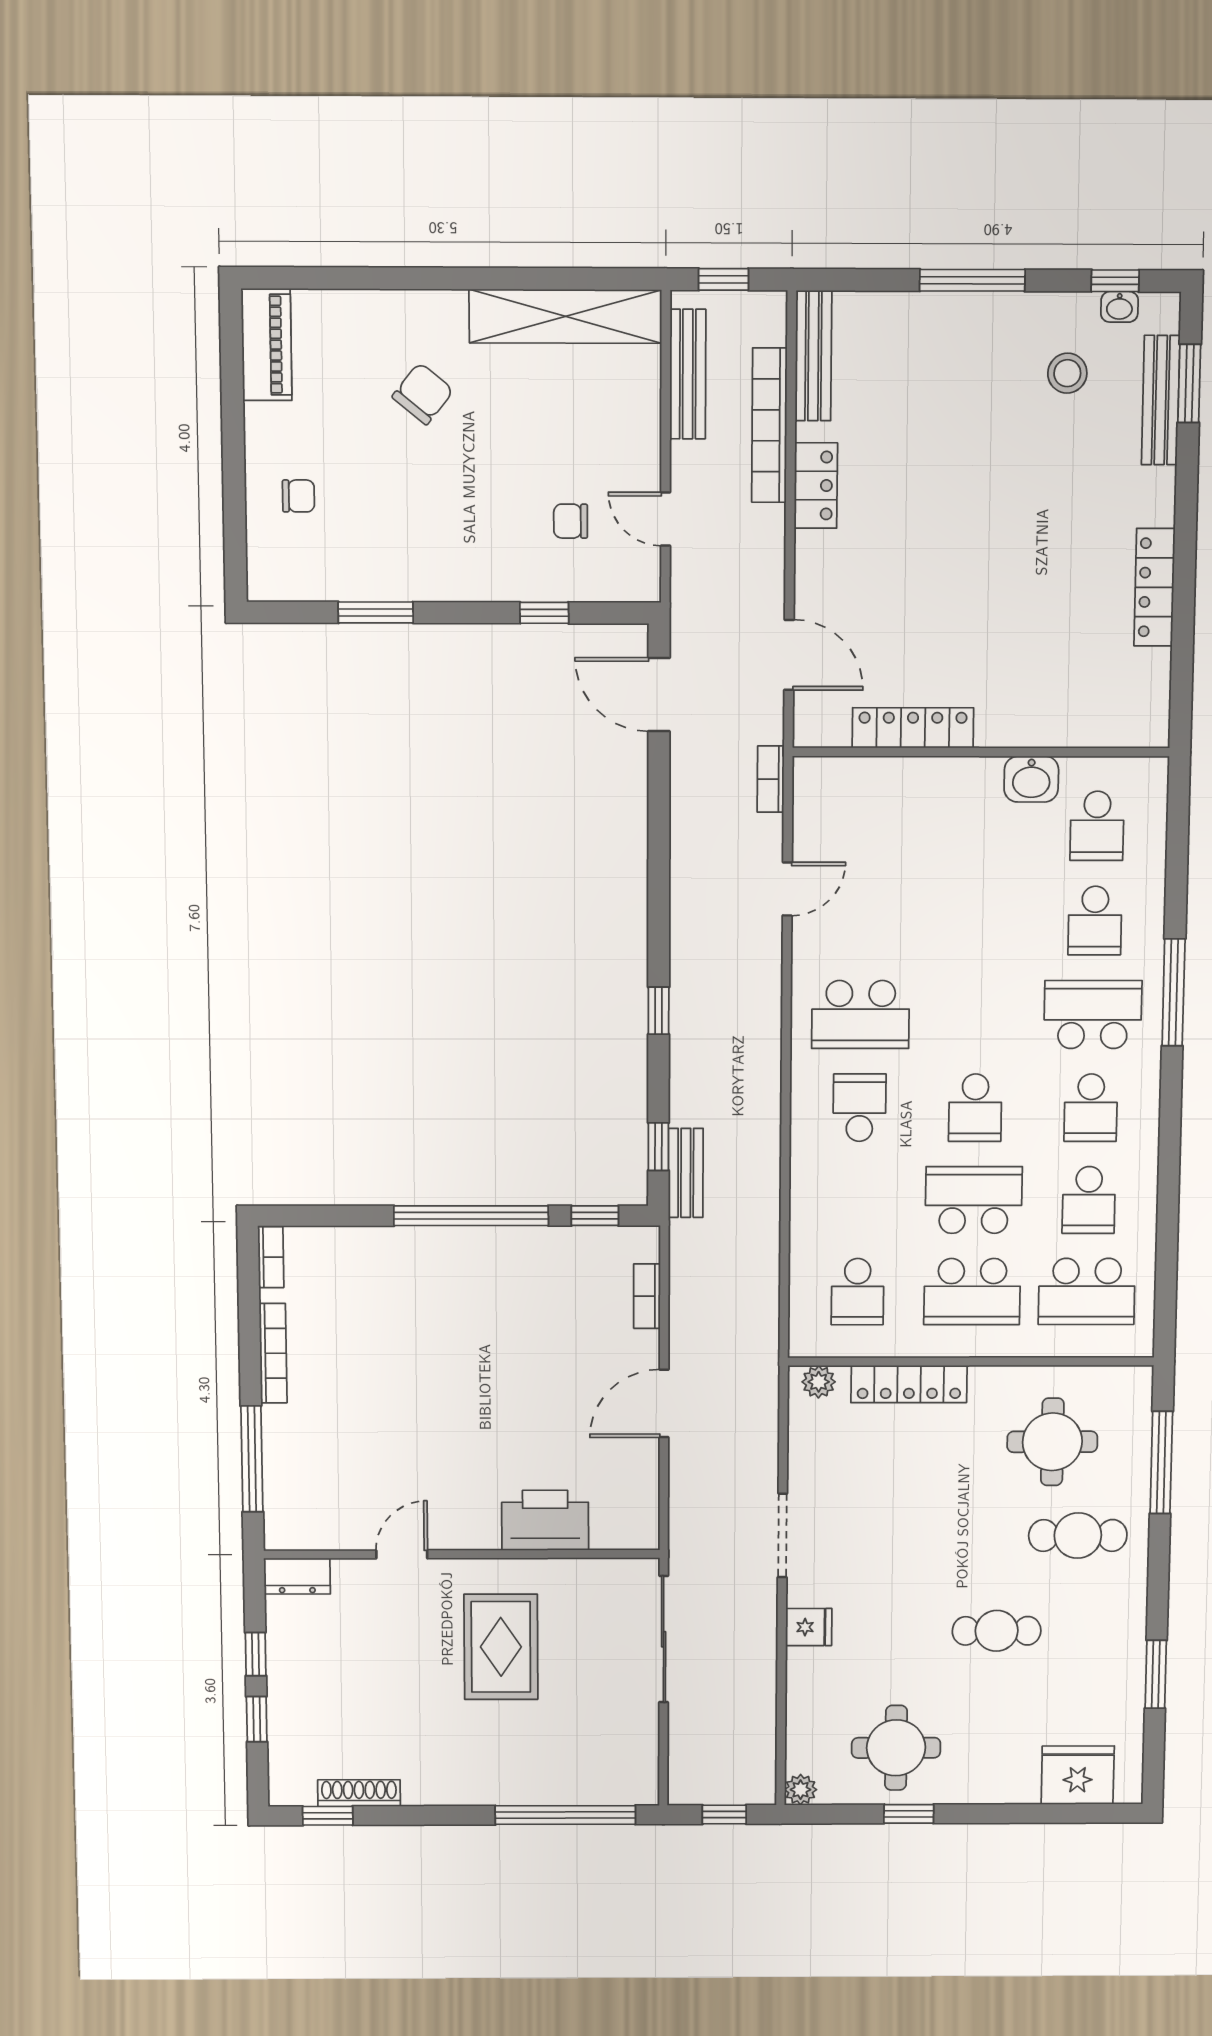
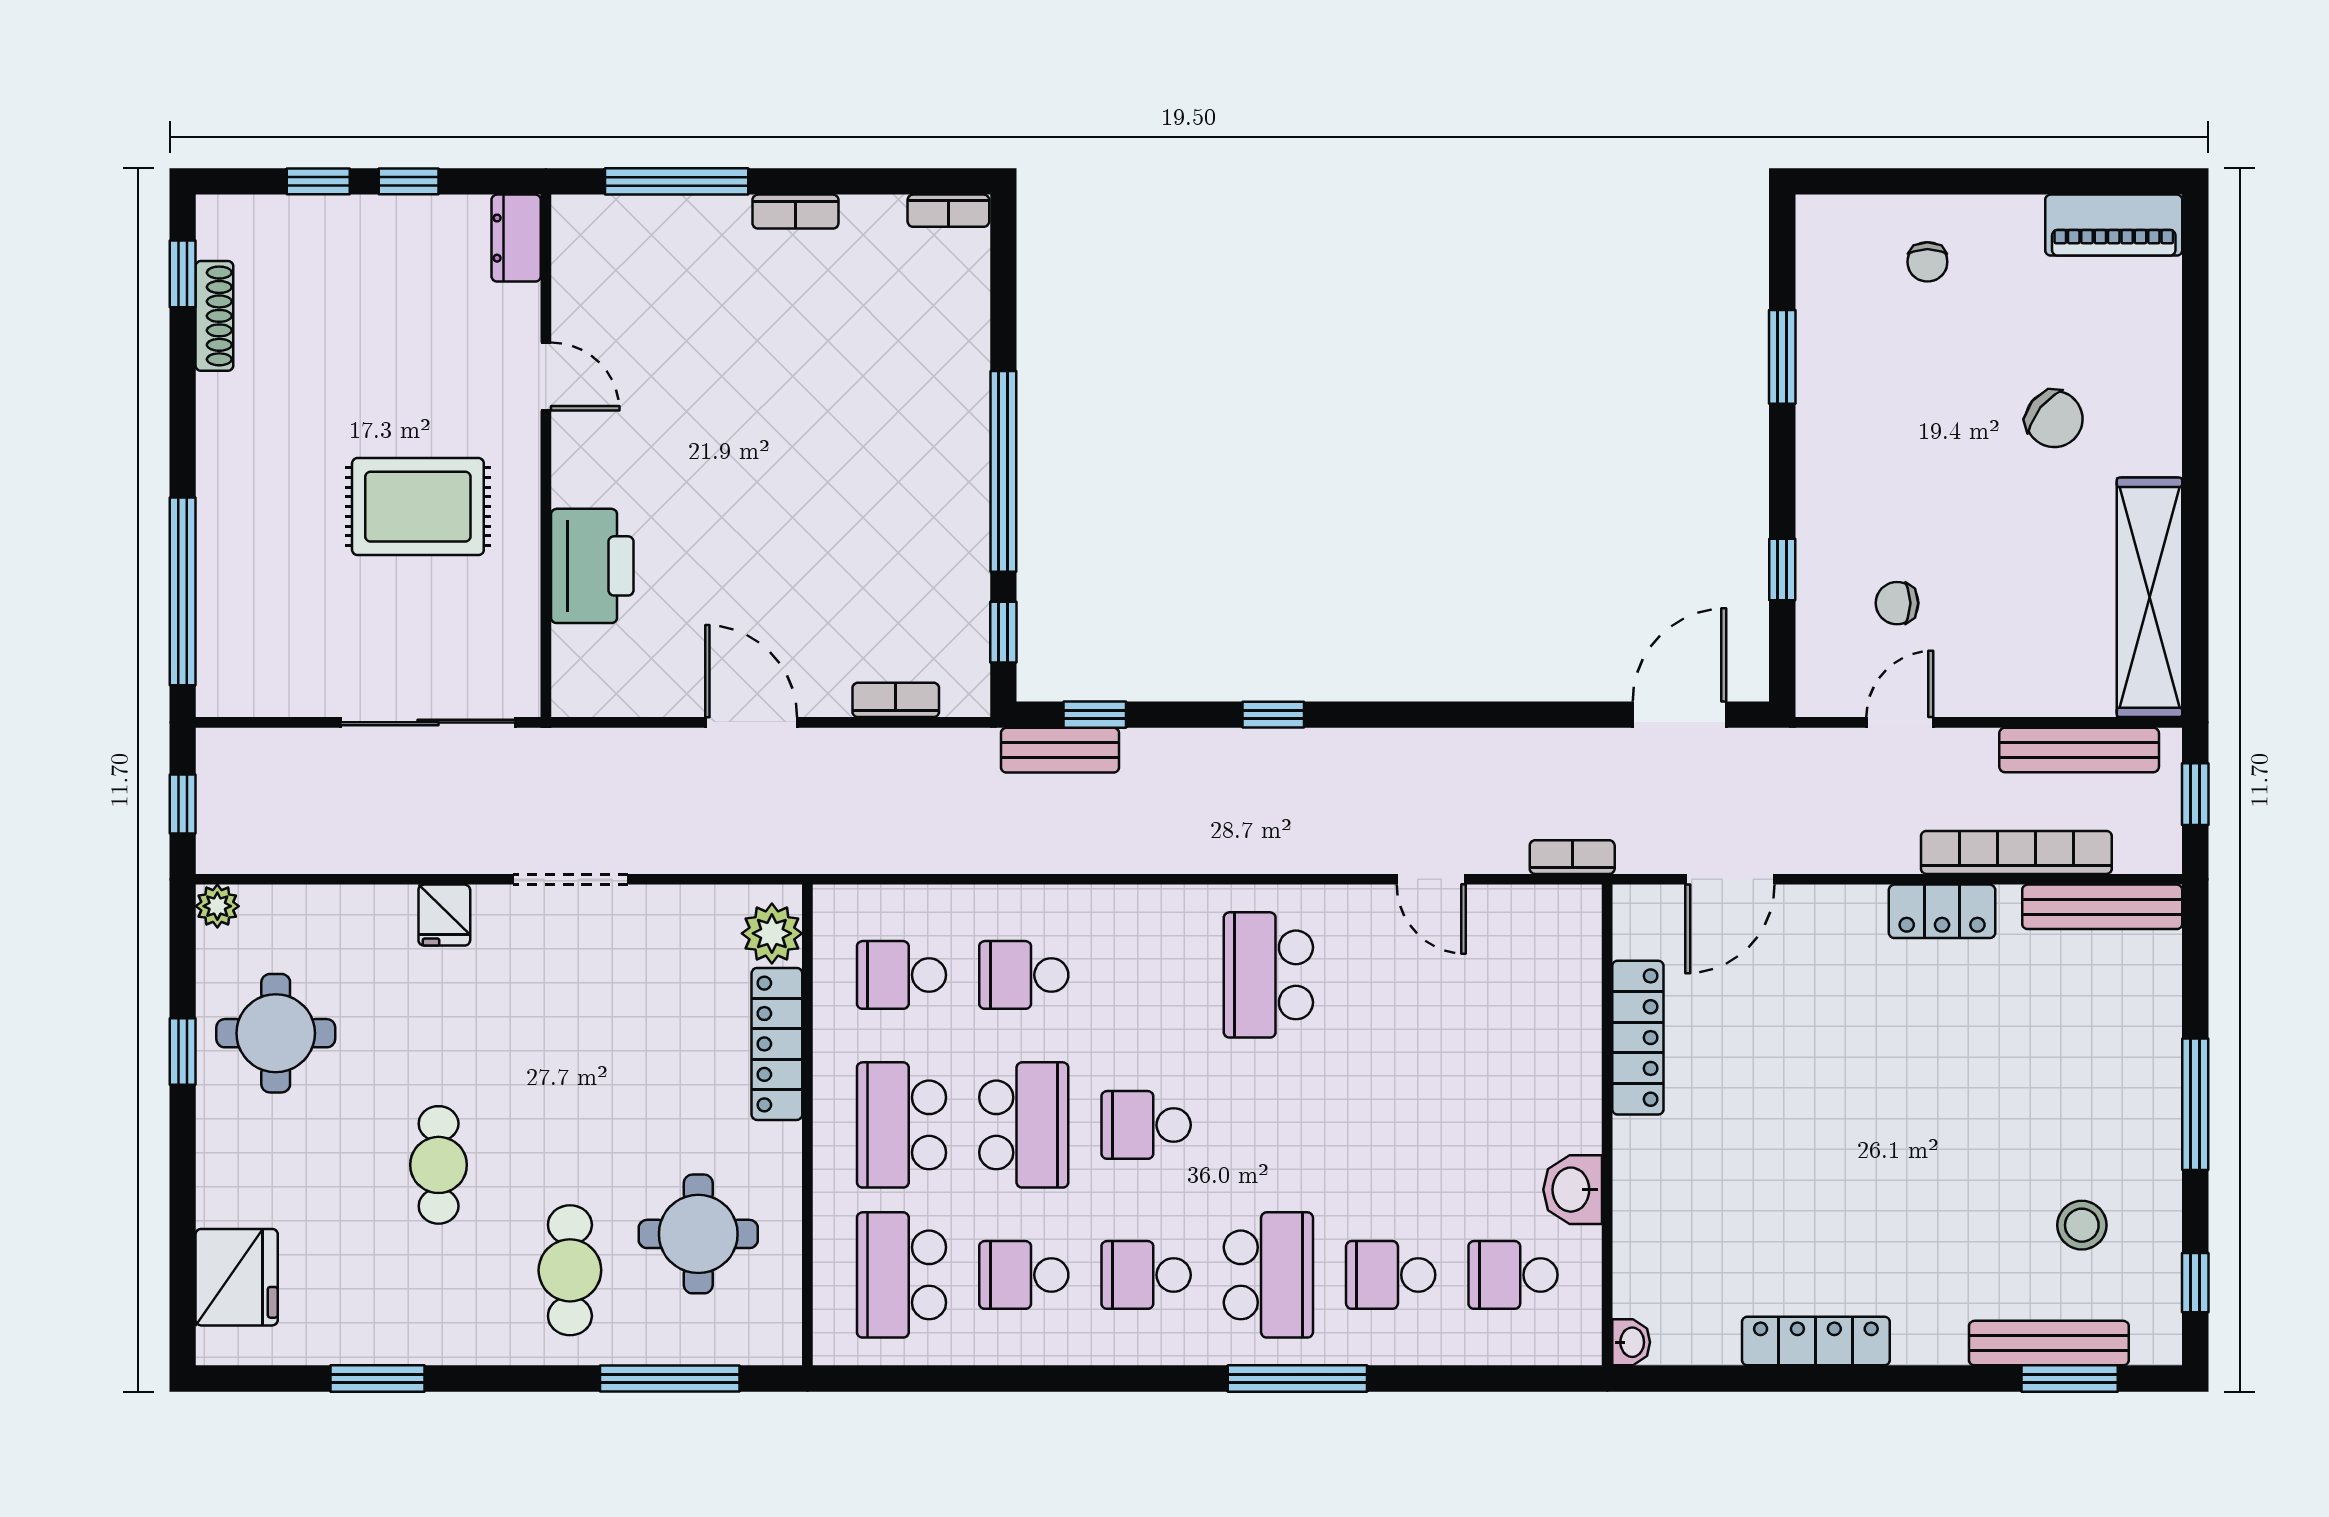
washbasin: (1119, 307) -> (1631, 1342), moved, turned 180
chair: (571, 521) -> (1897, 603), turned -90
school desk: (860, 1108) -> (1024, 975), moved, turned 180
bookcase: (273, 1353) -> (795, 212), width x0.64
plant: (819, 1382) -> (772, 933), width x1.38, depth x1.38

